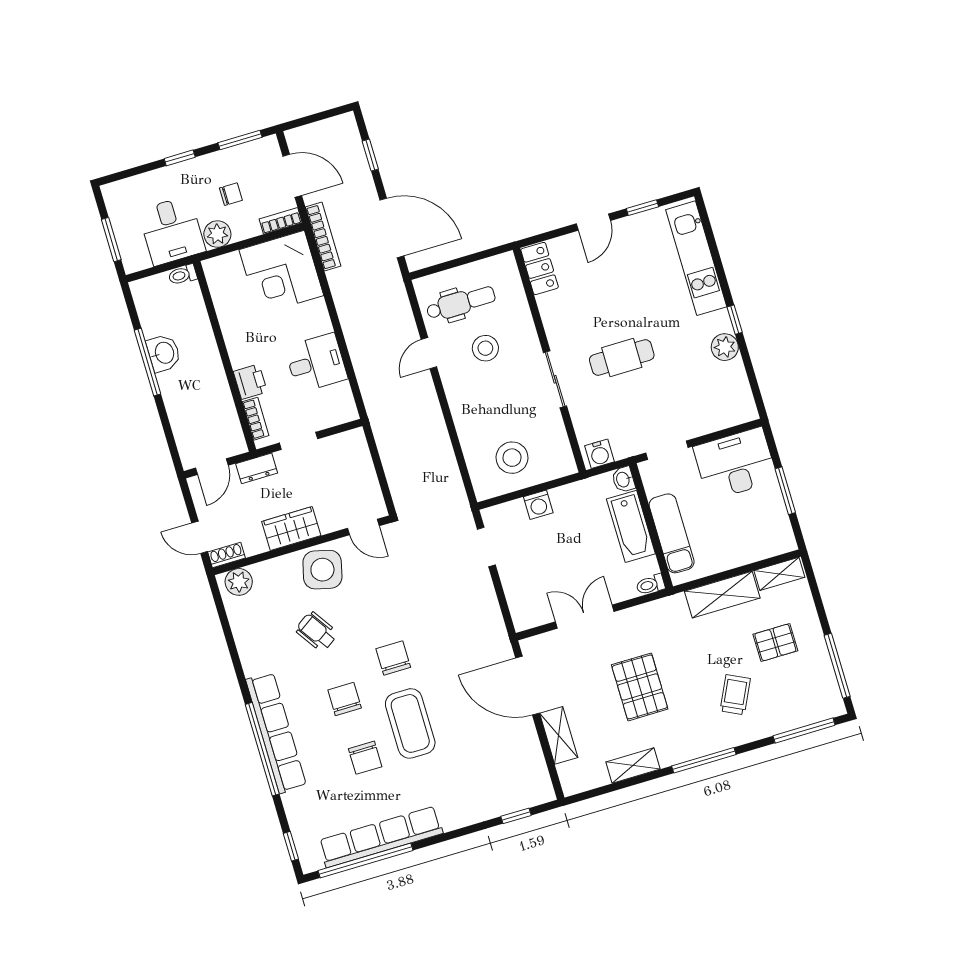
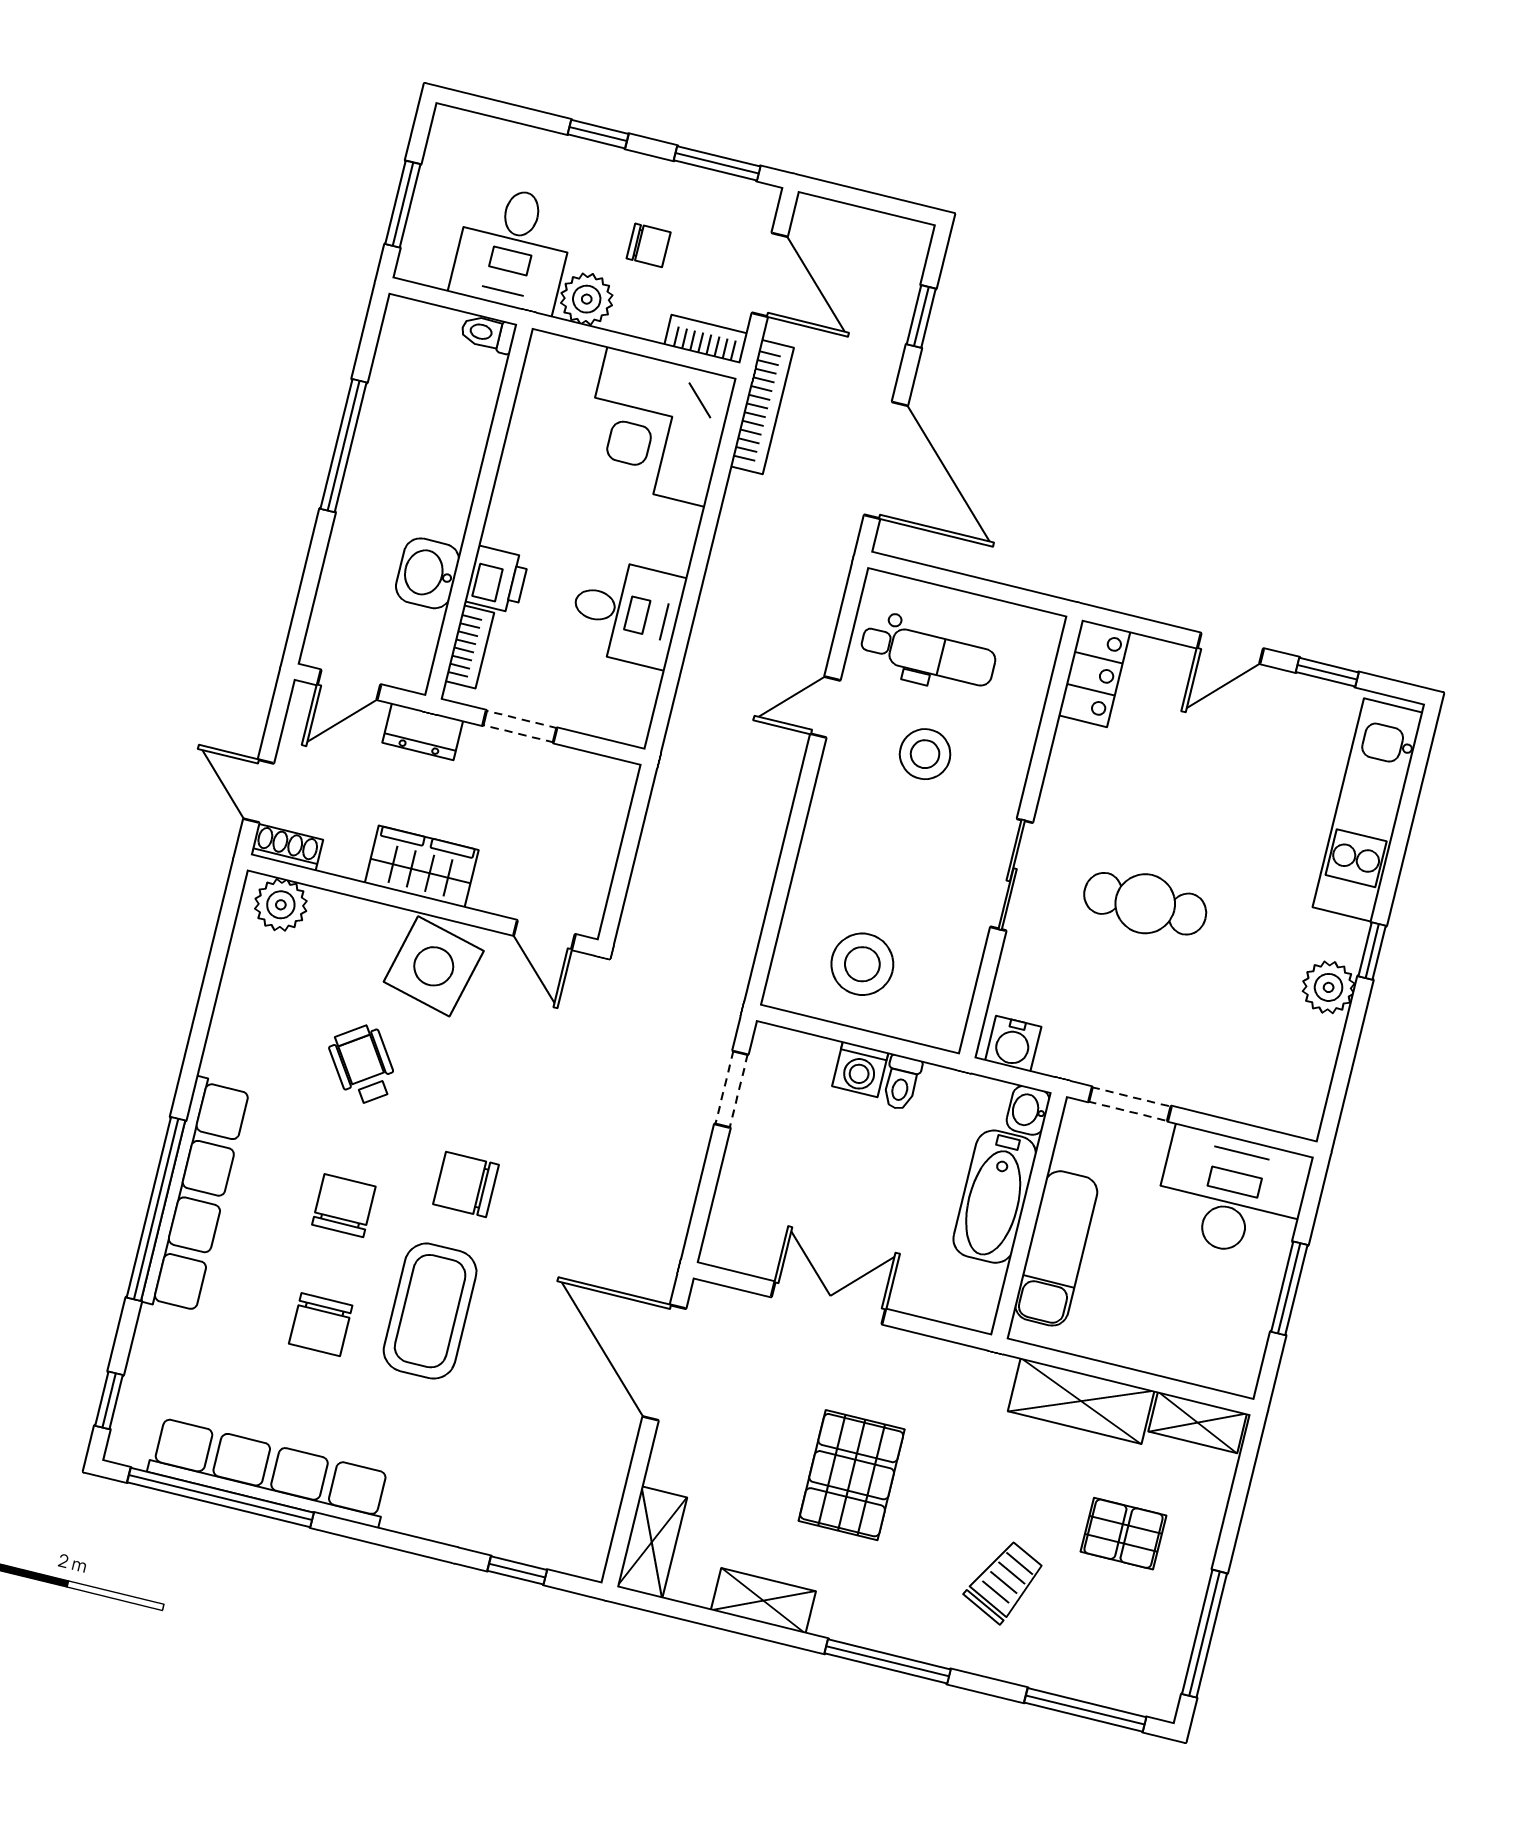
washbasin: (164, 353) -> (428, 573), moved, turned 180
toilet: (650, 585) -> (902, 1083), moved, turned -90
chair: (393, 658) -> (466, 1184), turned -90
shelving: (559, 735) -> (652, 1542), moved

